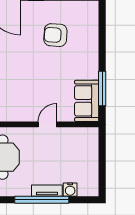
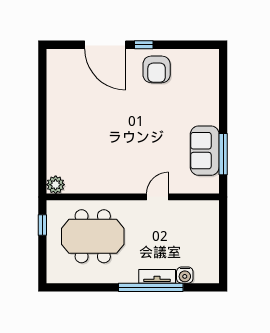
armchair: (55, 35) -> (157, 69), moved, turned -94
sofa: (87, 101) -> (205, 151), moved

